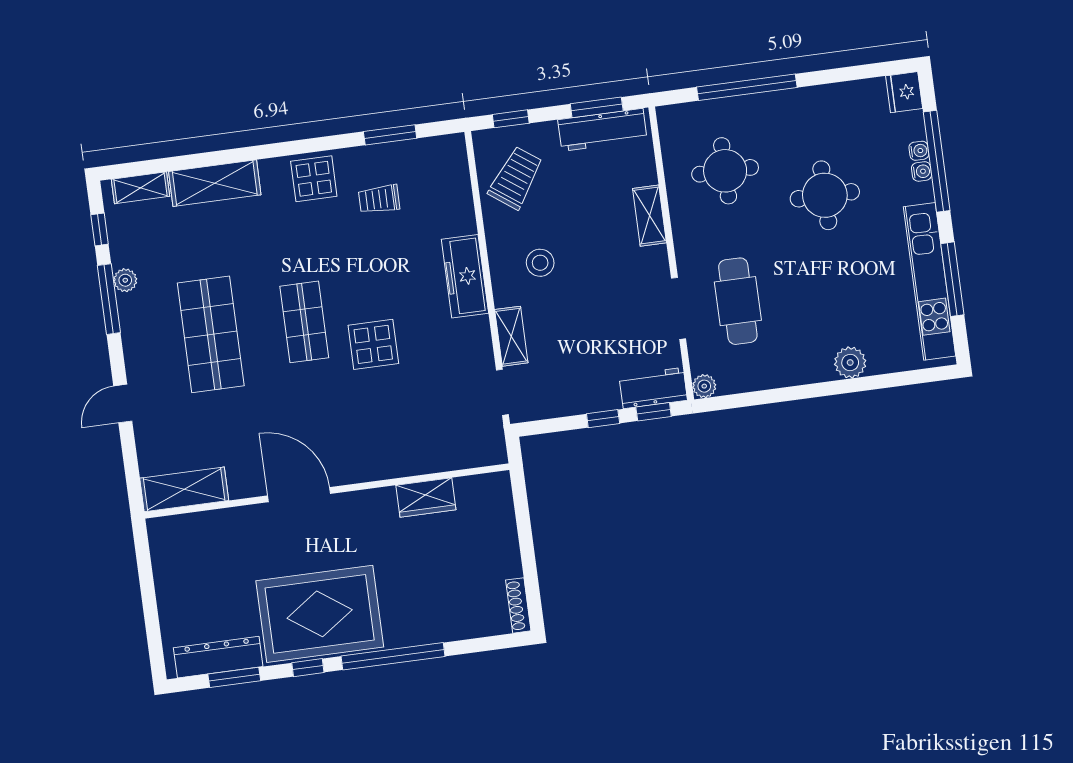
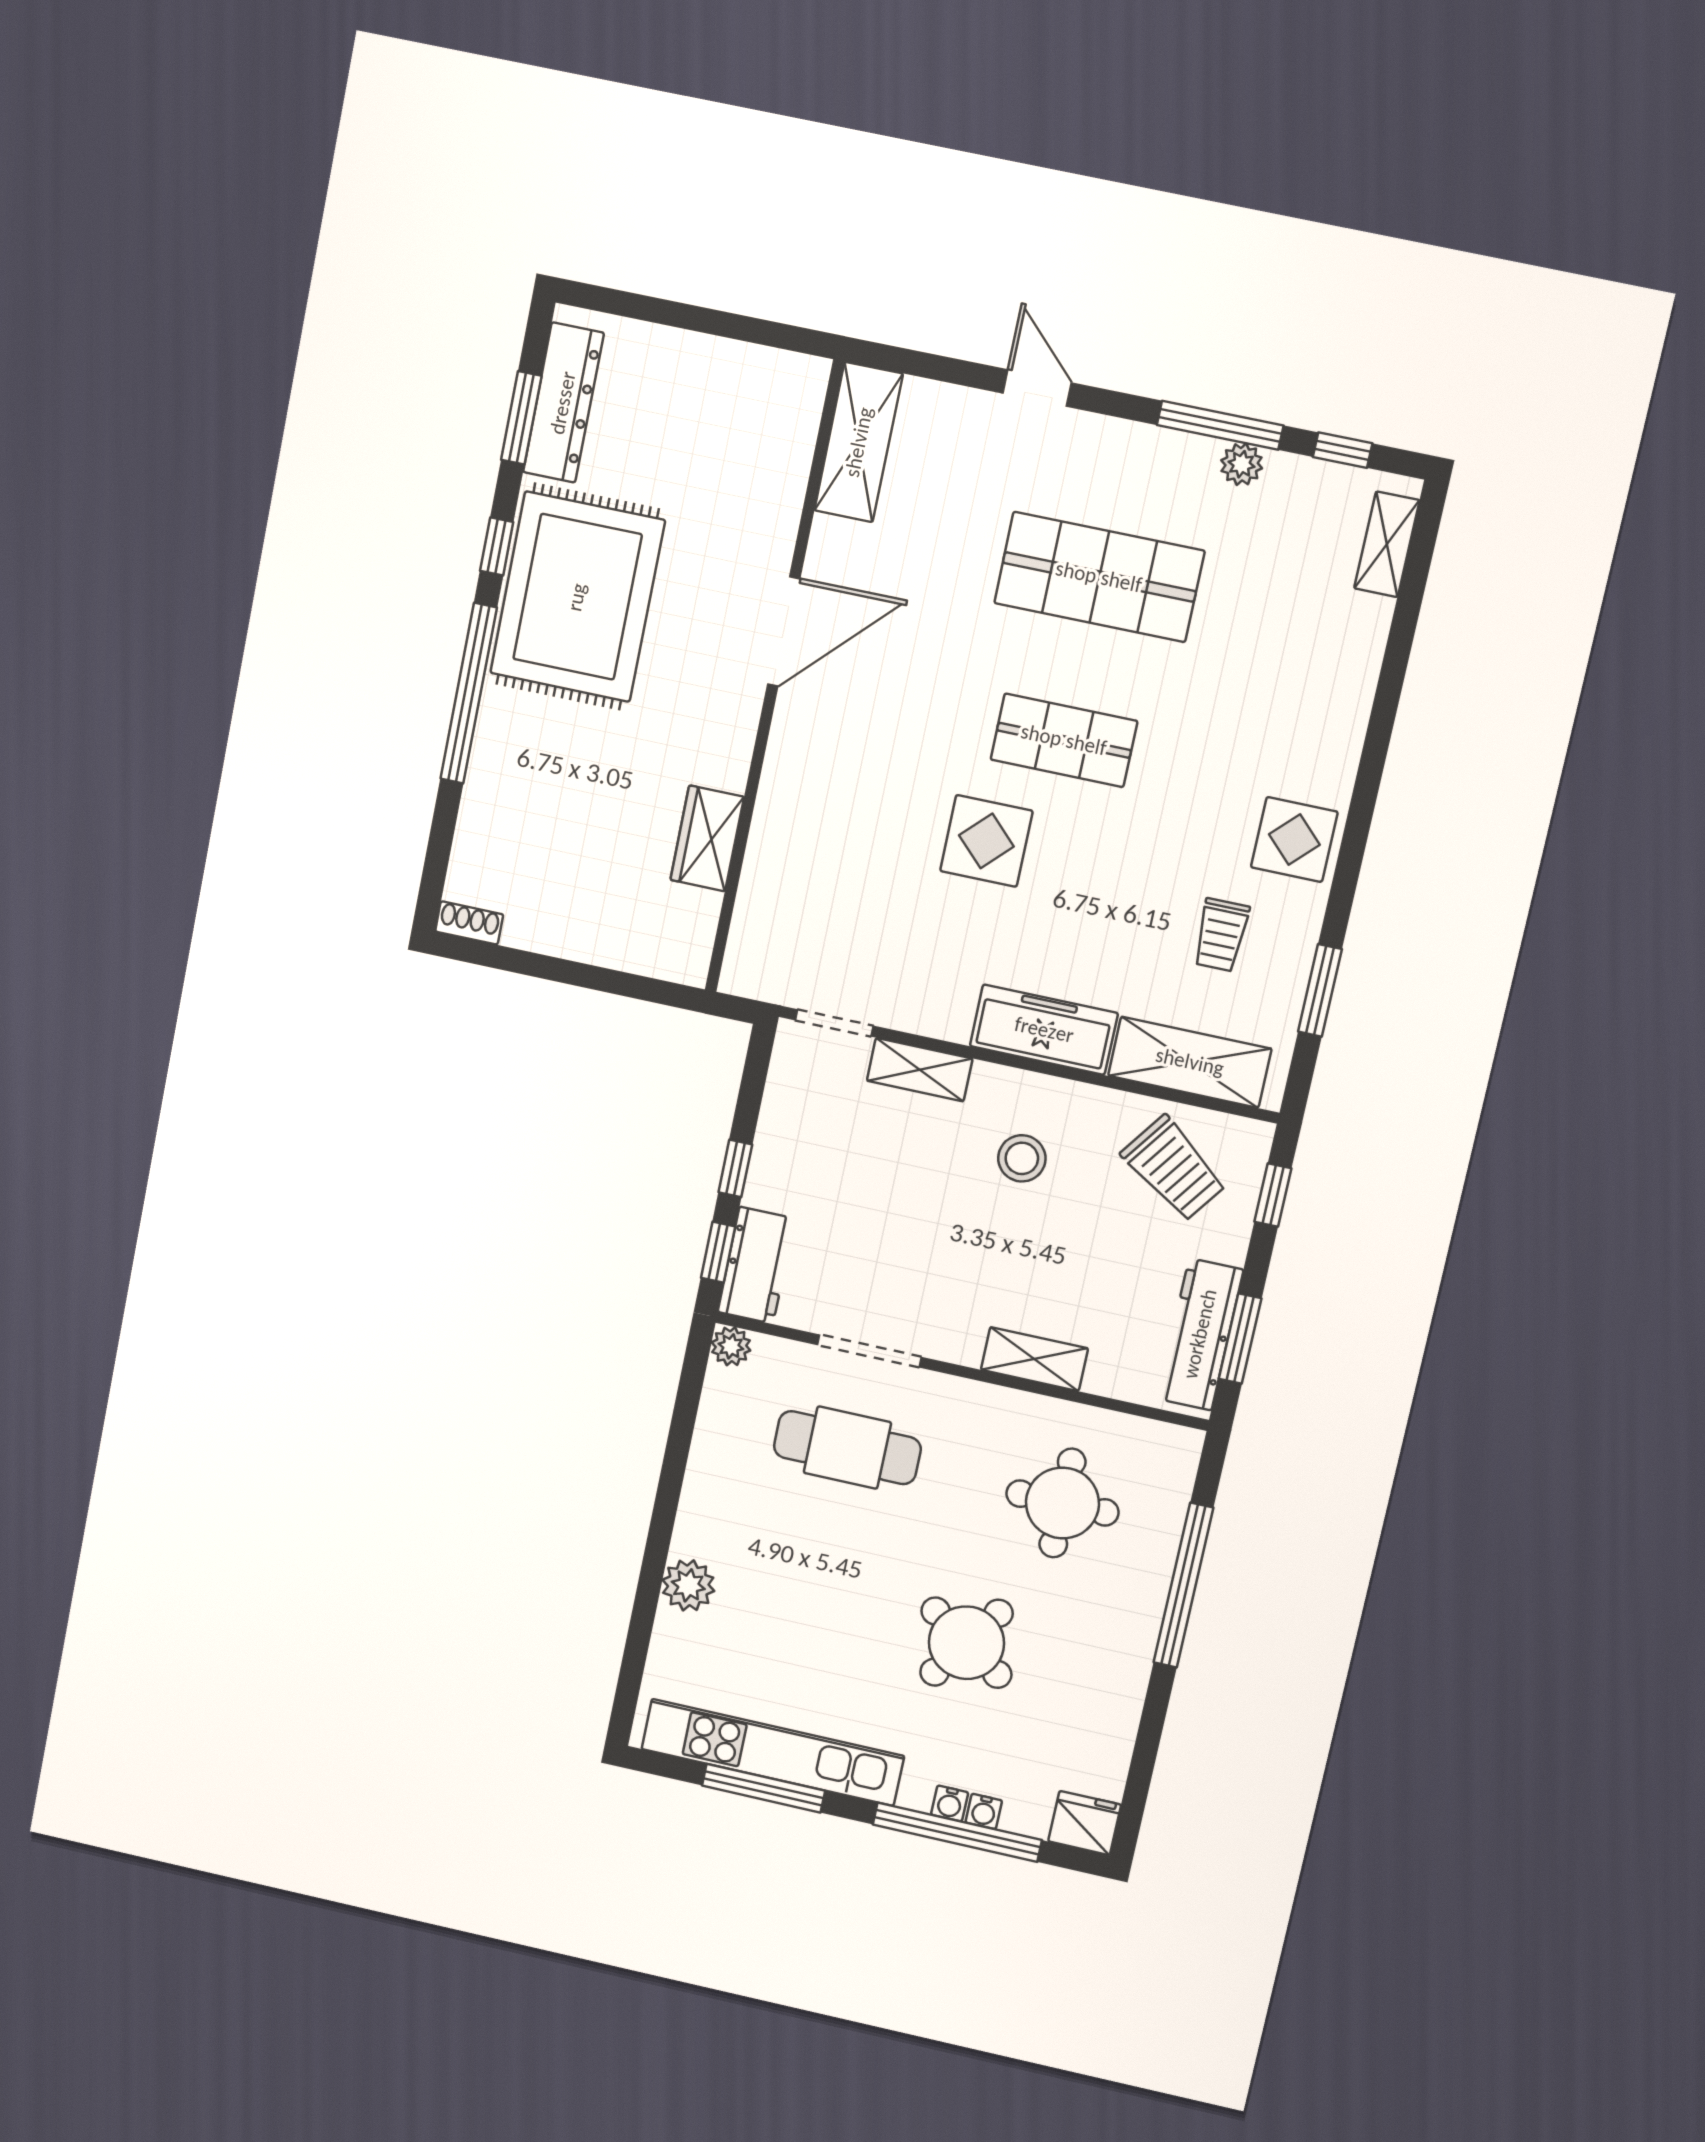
shelving: (215, 183) -> (1190, 1062), moved, turned 90
round table: (825, 195) -> (966, 1643), turned 34
trolley: (379, 199) -> (1221, 935), turned 180
shoe rack: (518, 605) -> (469, 923), width x0.70

